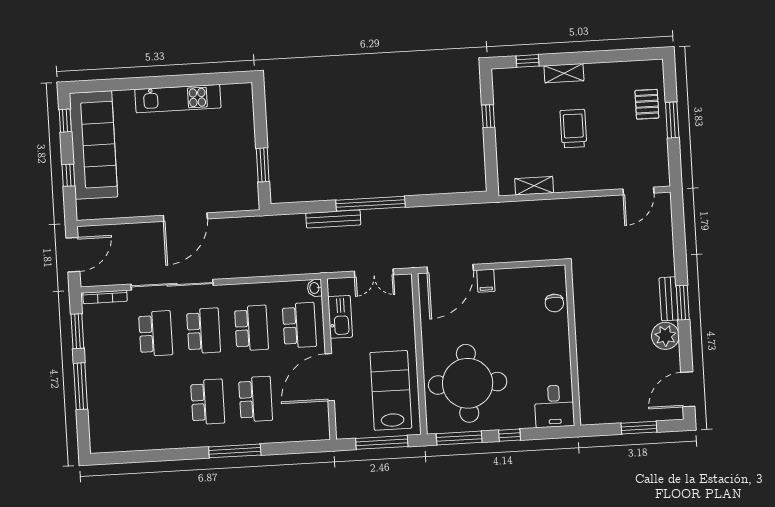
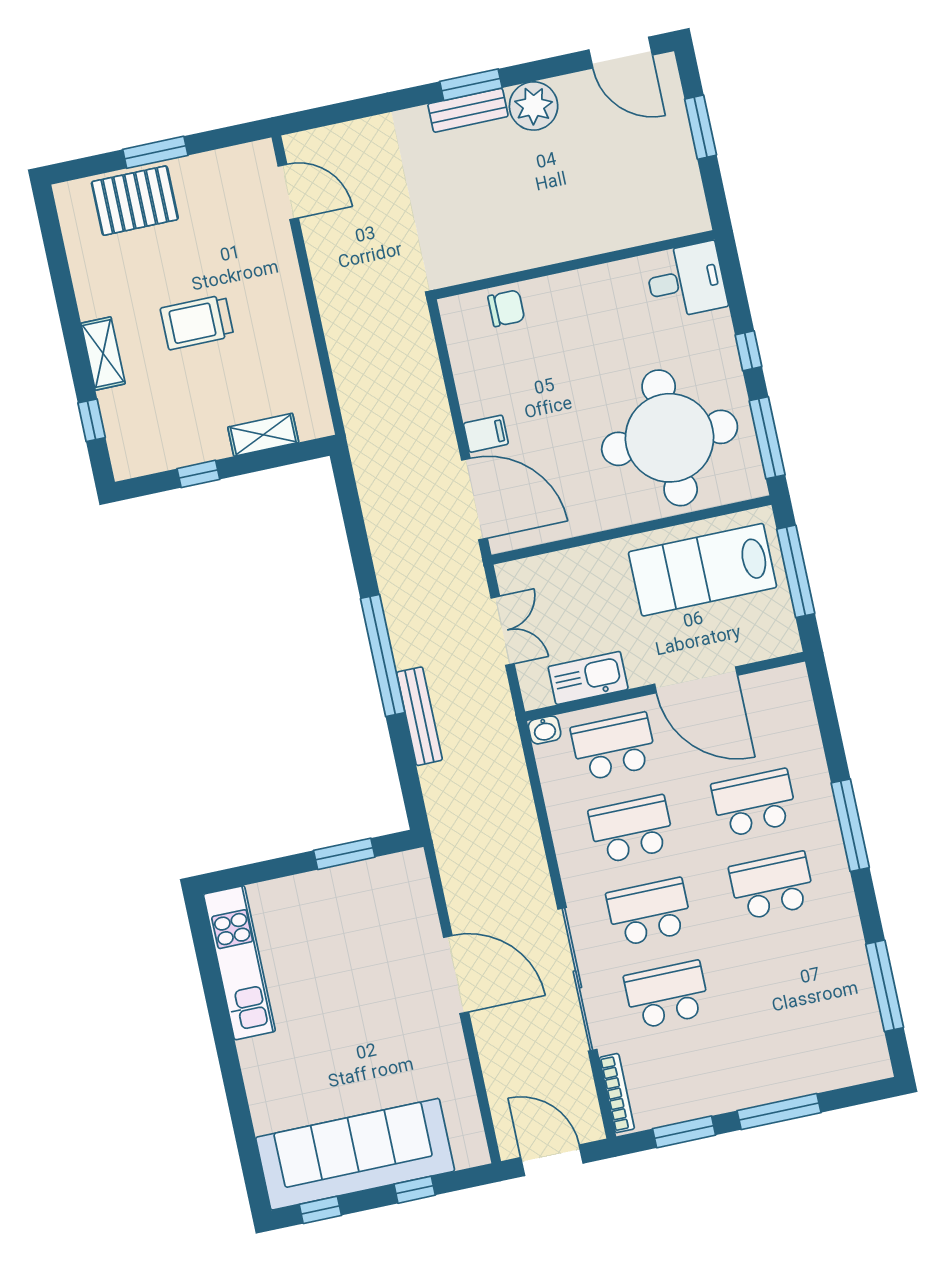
kitchen unit: (178, 99) -> (239, 963), moved
pallet: (647, 104) -> (135, 201), width x1.50, depth x1.42
shelving: (534, 186) -> (263, 435), moved, turned 90
window: (142, 456) -> (885, 986), added

